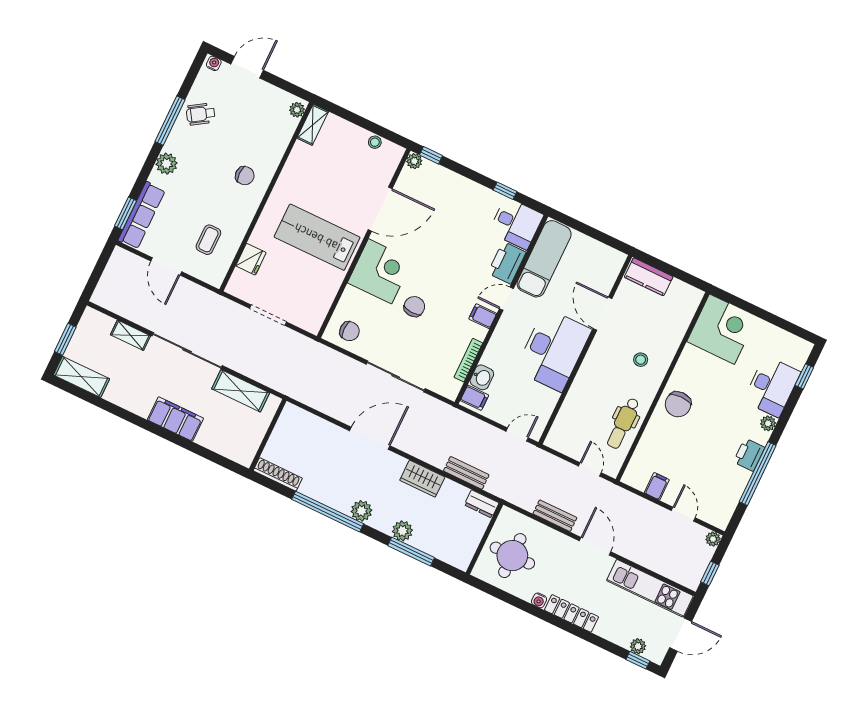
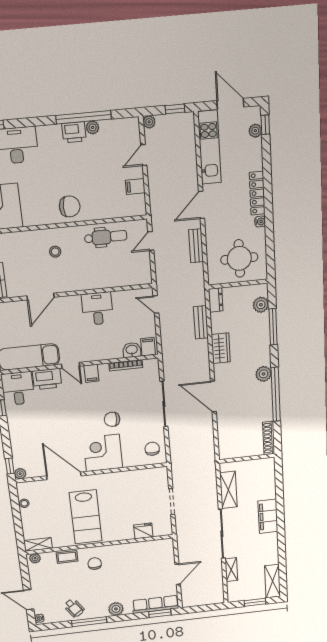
lab bench: (317, 237) -> (86, 517), moved
coffee table: (208, 240) -> (67, 557), moved
desk: (553, 350) -> (97, 309), width x0.53, depth x0.77
plant: (768, 423) -> (93, 127), moved
plant: (402, 531) -> (261, 305), moved

